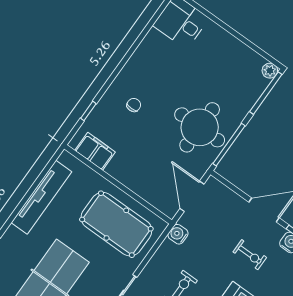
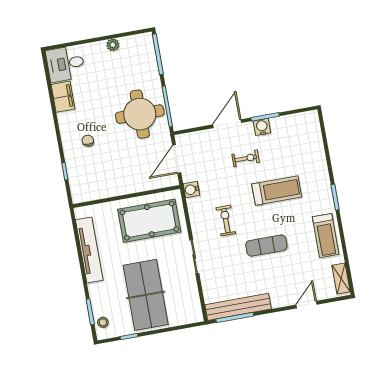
plant: (270, 71) -> (113, 45), moved
filing cabinet: (95, 151) -> (63, 97), moved, turned 90
door: (192, 196) -> (177, 159), hinge flipped

